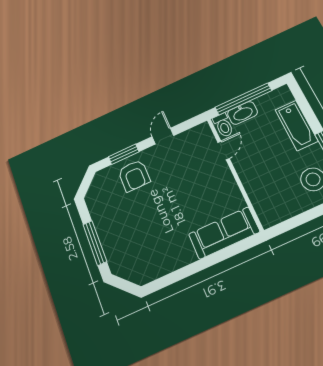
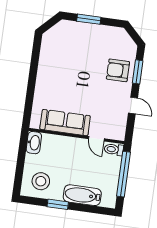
washbasin: (242, 113) -> (34, 143), moved, turned 180
sofa: (224, 233) -> (65, 123), moved, turned -90
window: (95, 243) -> (89, 19), width x0.69

